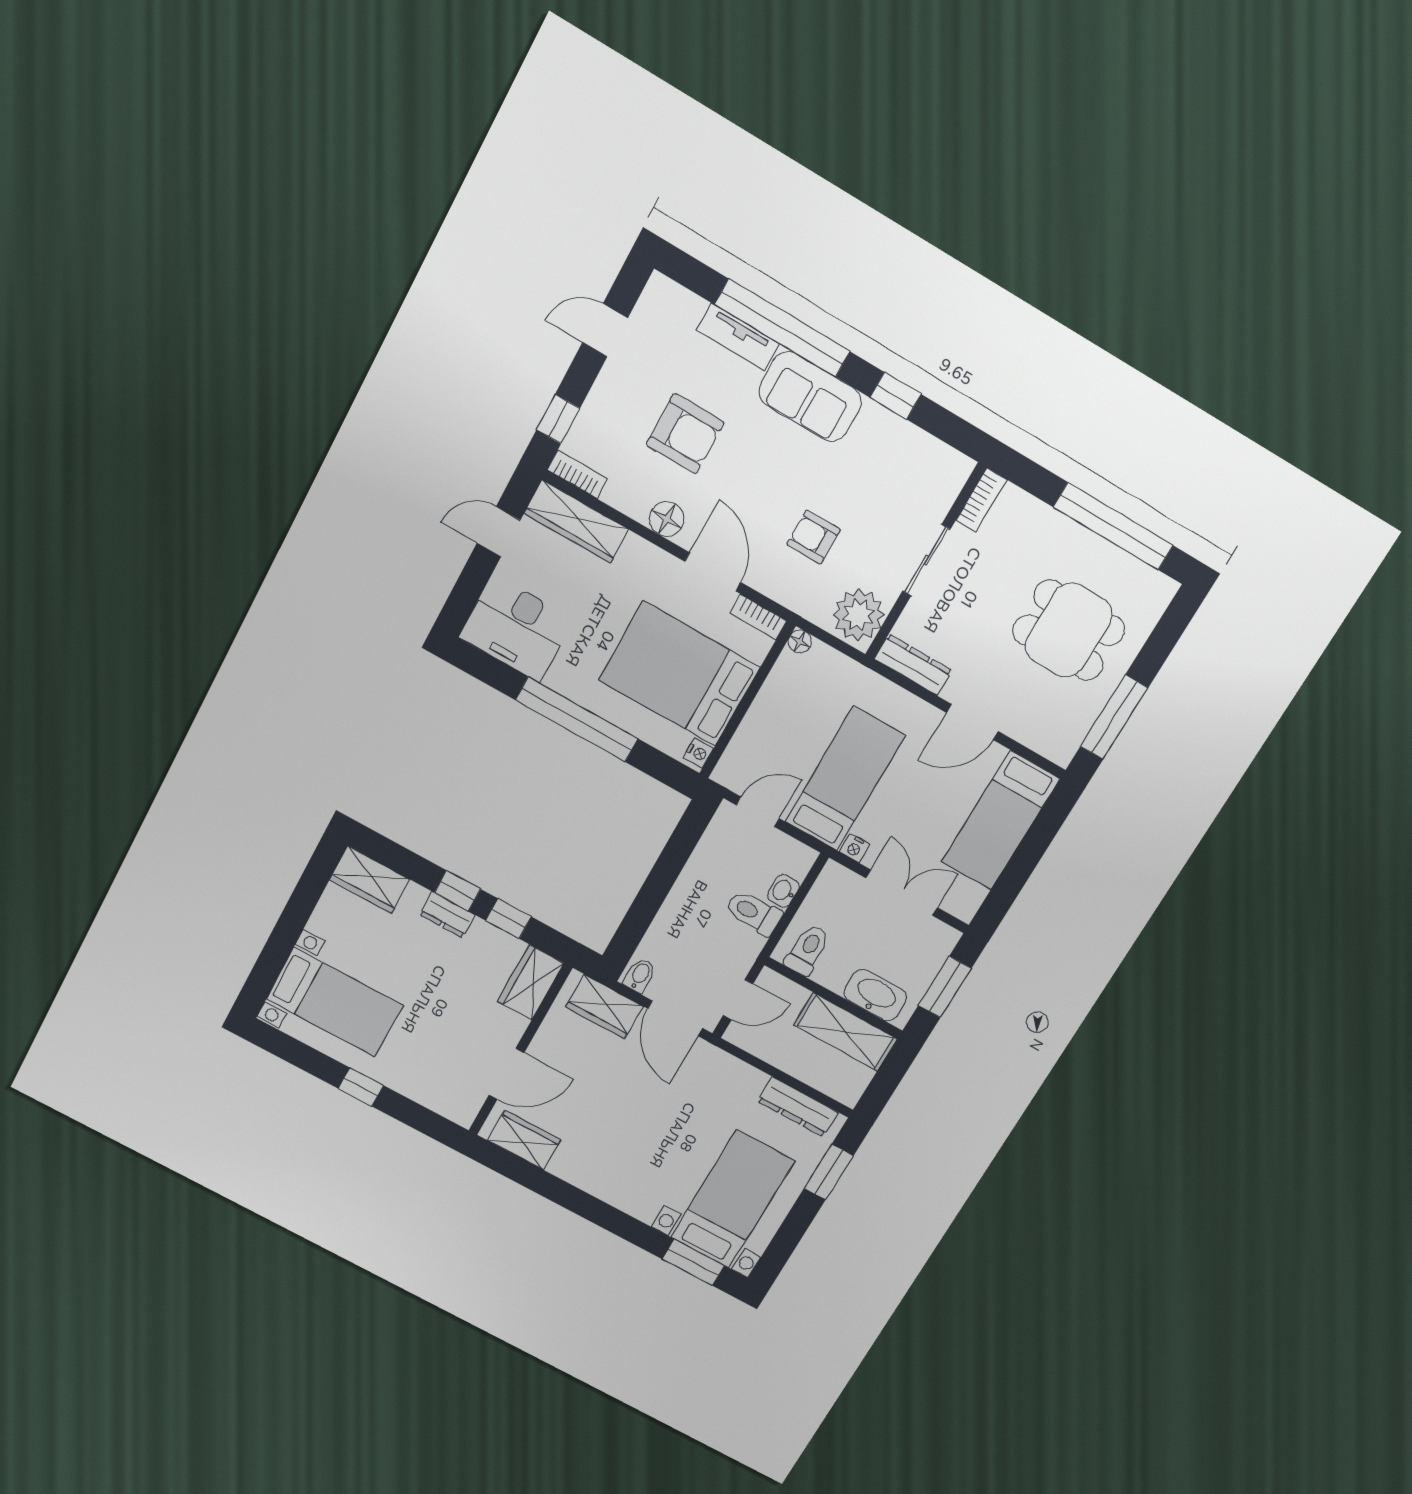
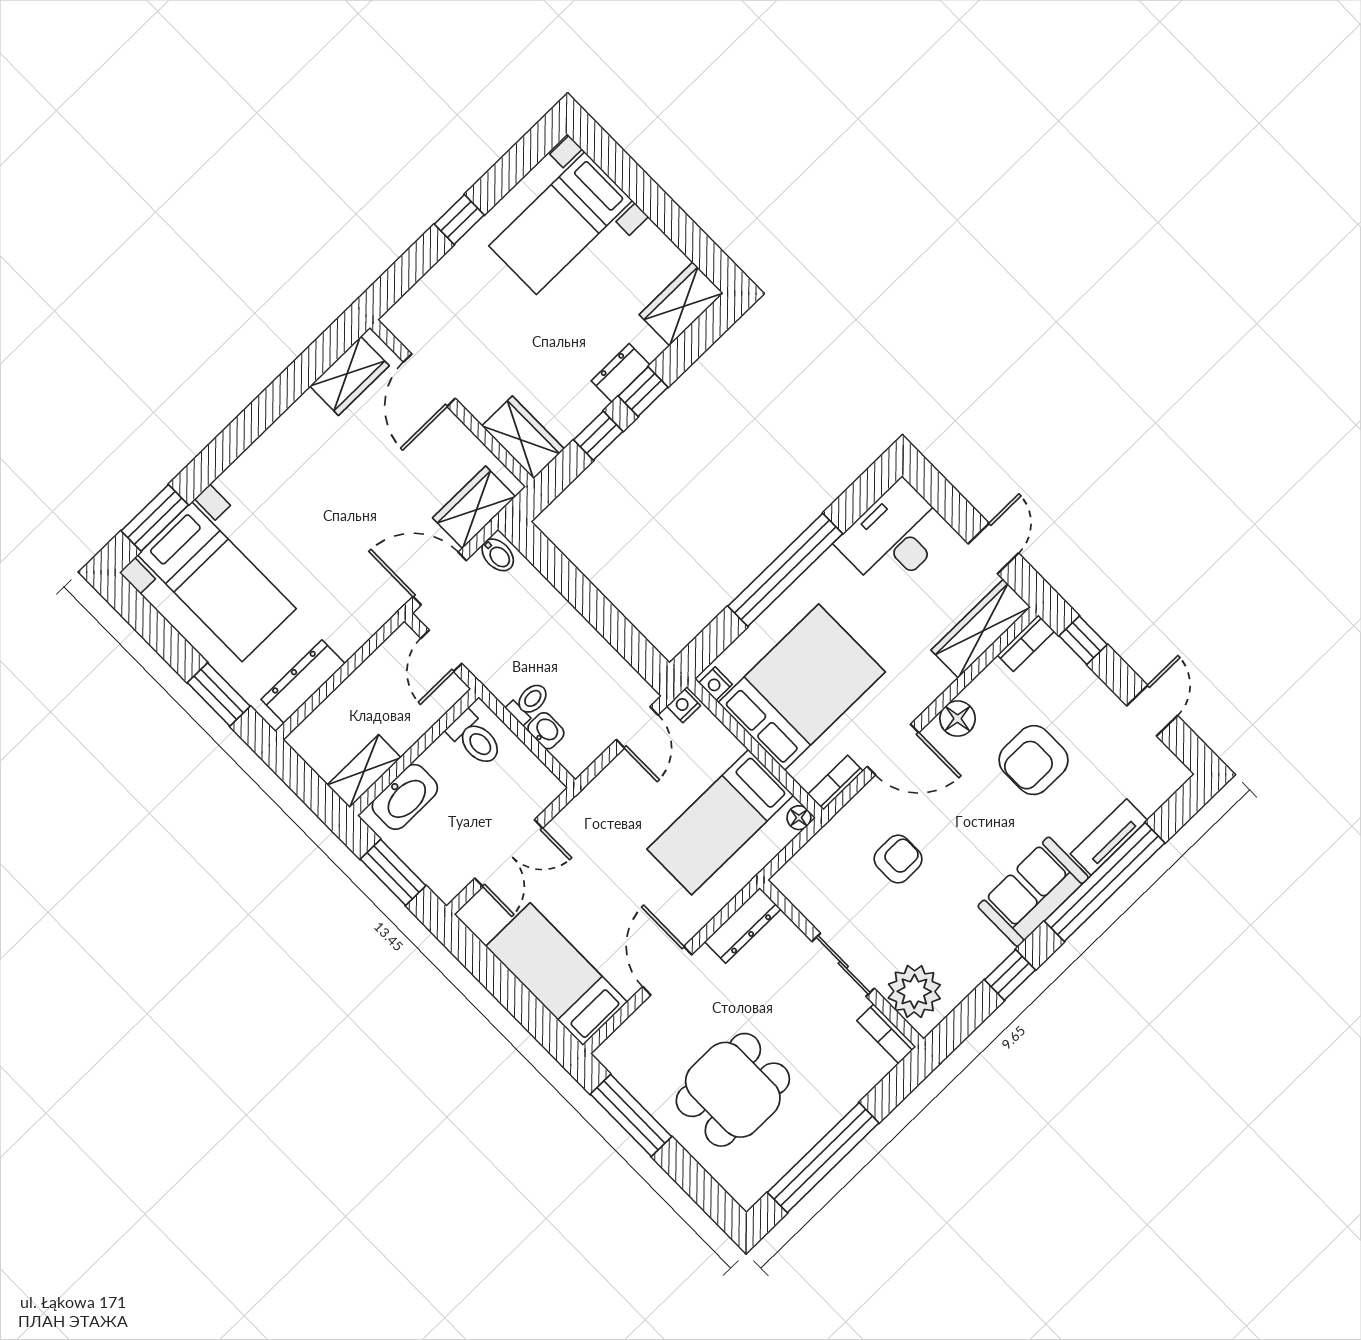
plant: (858, 615) -> (914, 991), moved
bed: (845, 779) -> (720, 822), moved, turned 90
nightstand: (854, 848) -> (683, 706), moved
toilet: (754, 913) -> (529, 703), width x0.73, depth x0.72
shelving: (845, 1032) -> (364, 771), width x0.67, depth x0.75

